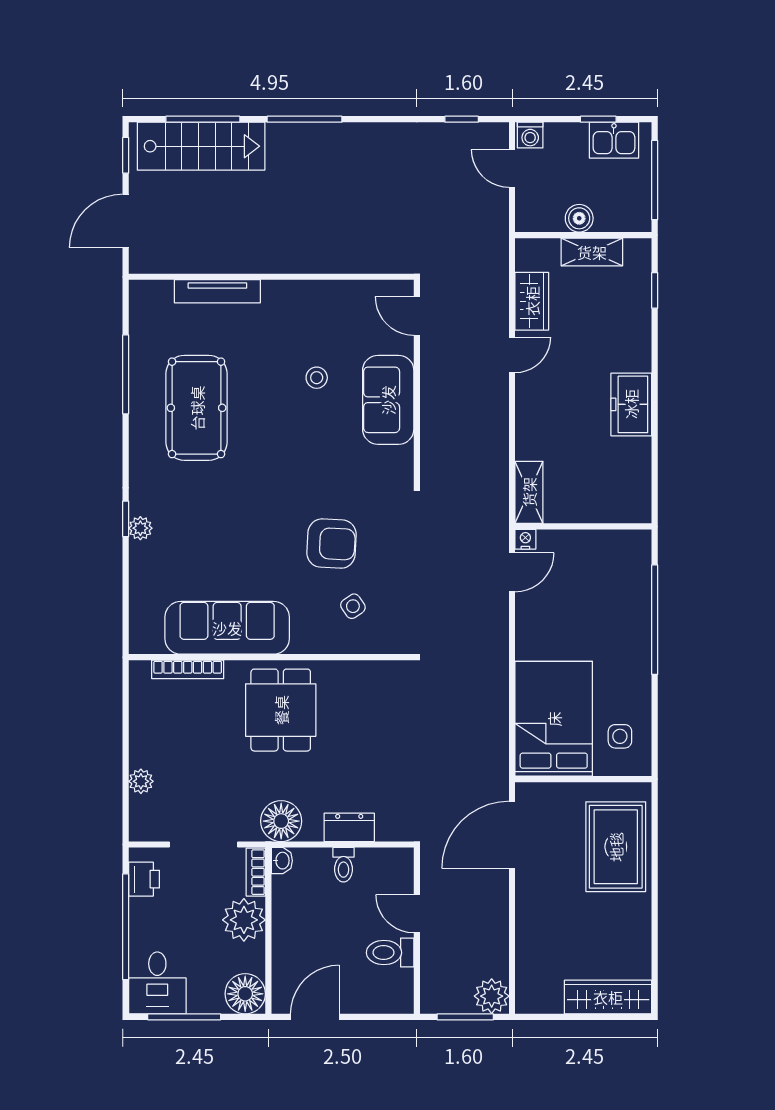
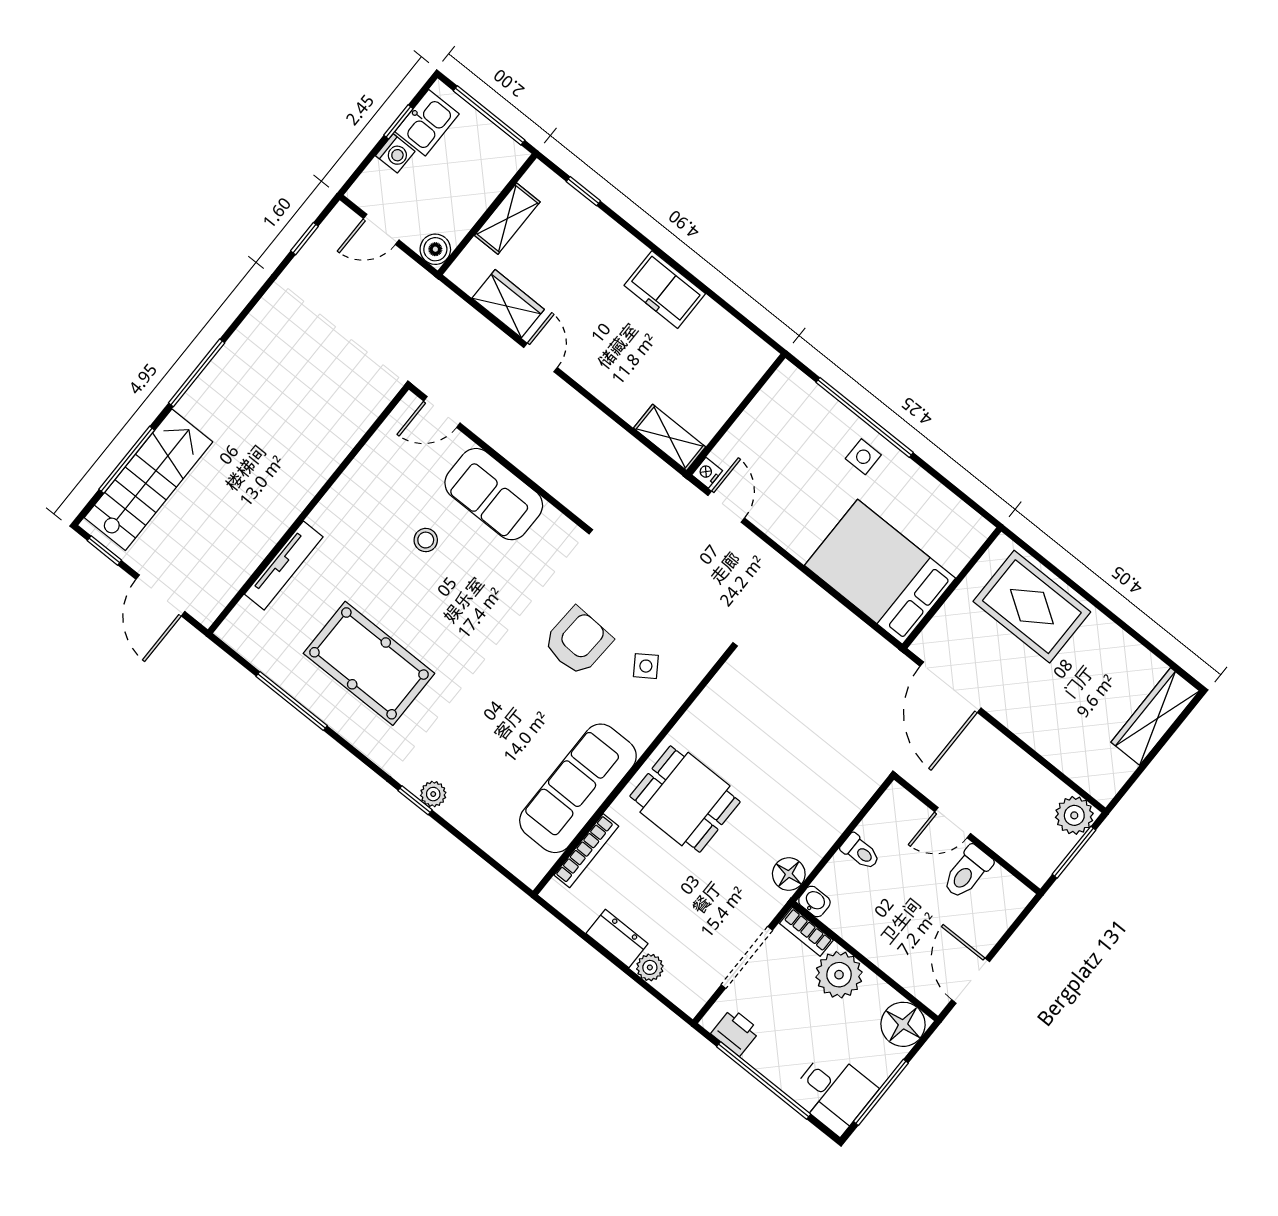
washing machine: (530, 135) -> (395, 153), moved
boiler: (579, 218) -> (435, 249), moved
side table: (620, 736) -> (863, 457), moved
floor lamp: (281, 821) -> (789, 874), width x0.73, depth x0.73
dresser: (349, 827) -> (617, 939), moved, turned 90

